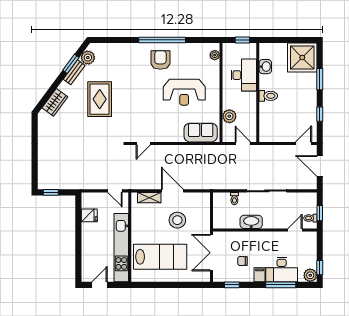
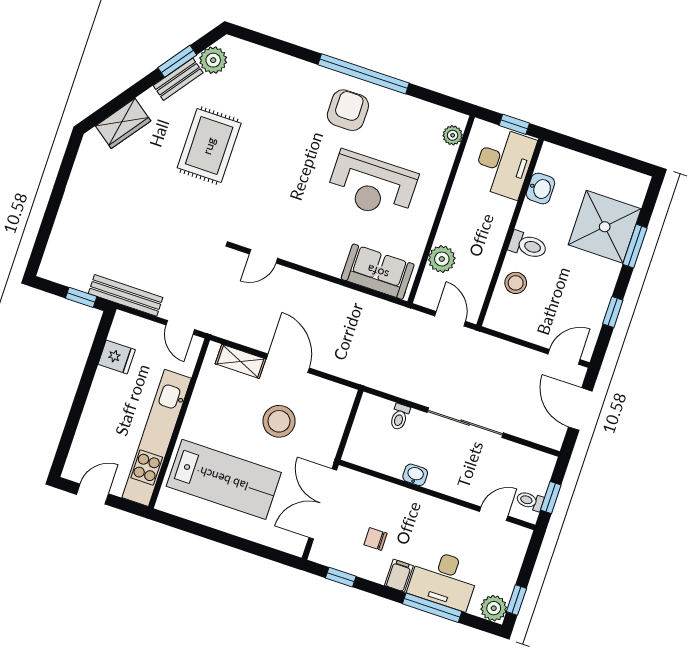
shower: (302, 58) -> (605, 227), moved
desk: (244, 75) -> (504, 163), moved
stool: (269, 116) -> (516, 283), added
bench: (84, 184) -> (126, 295), added
window: (51, 192) -> (81, 297), moved
washbasin: (251, 222) -> (415, 475), width x0.52, depth x0.69

